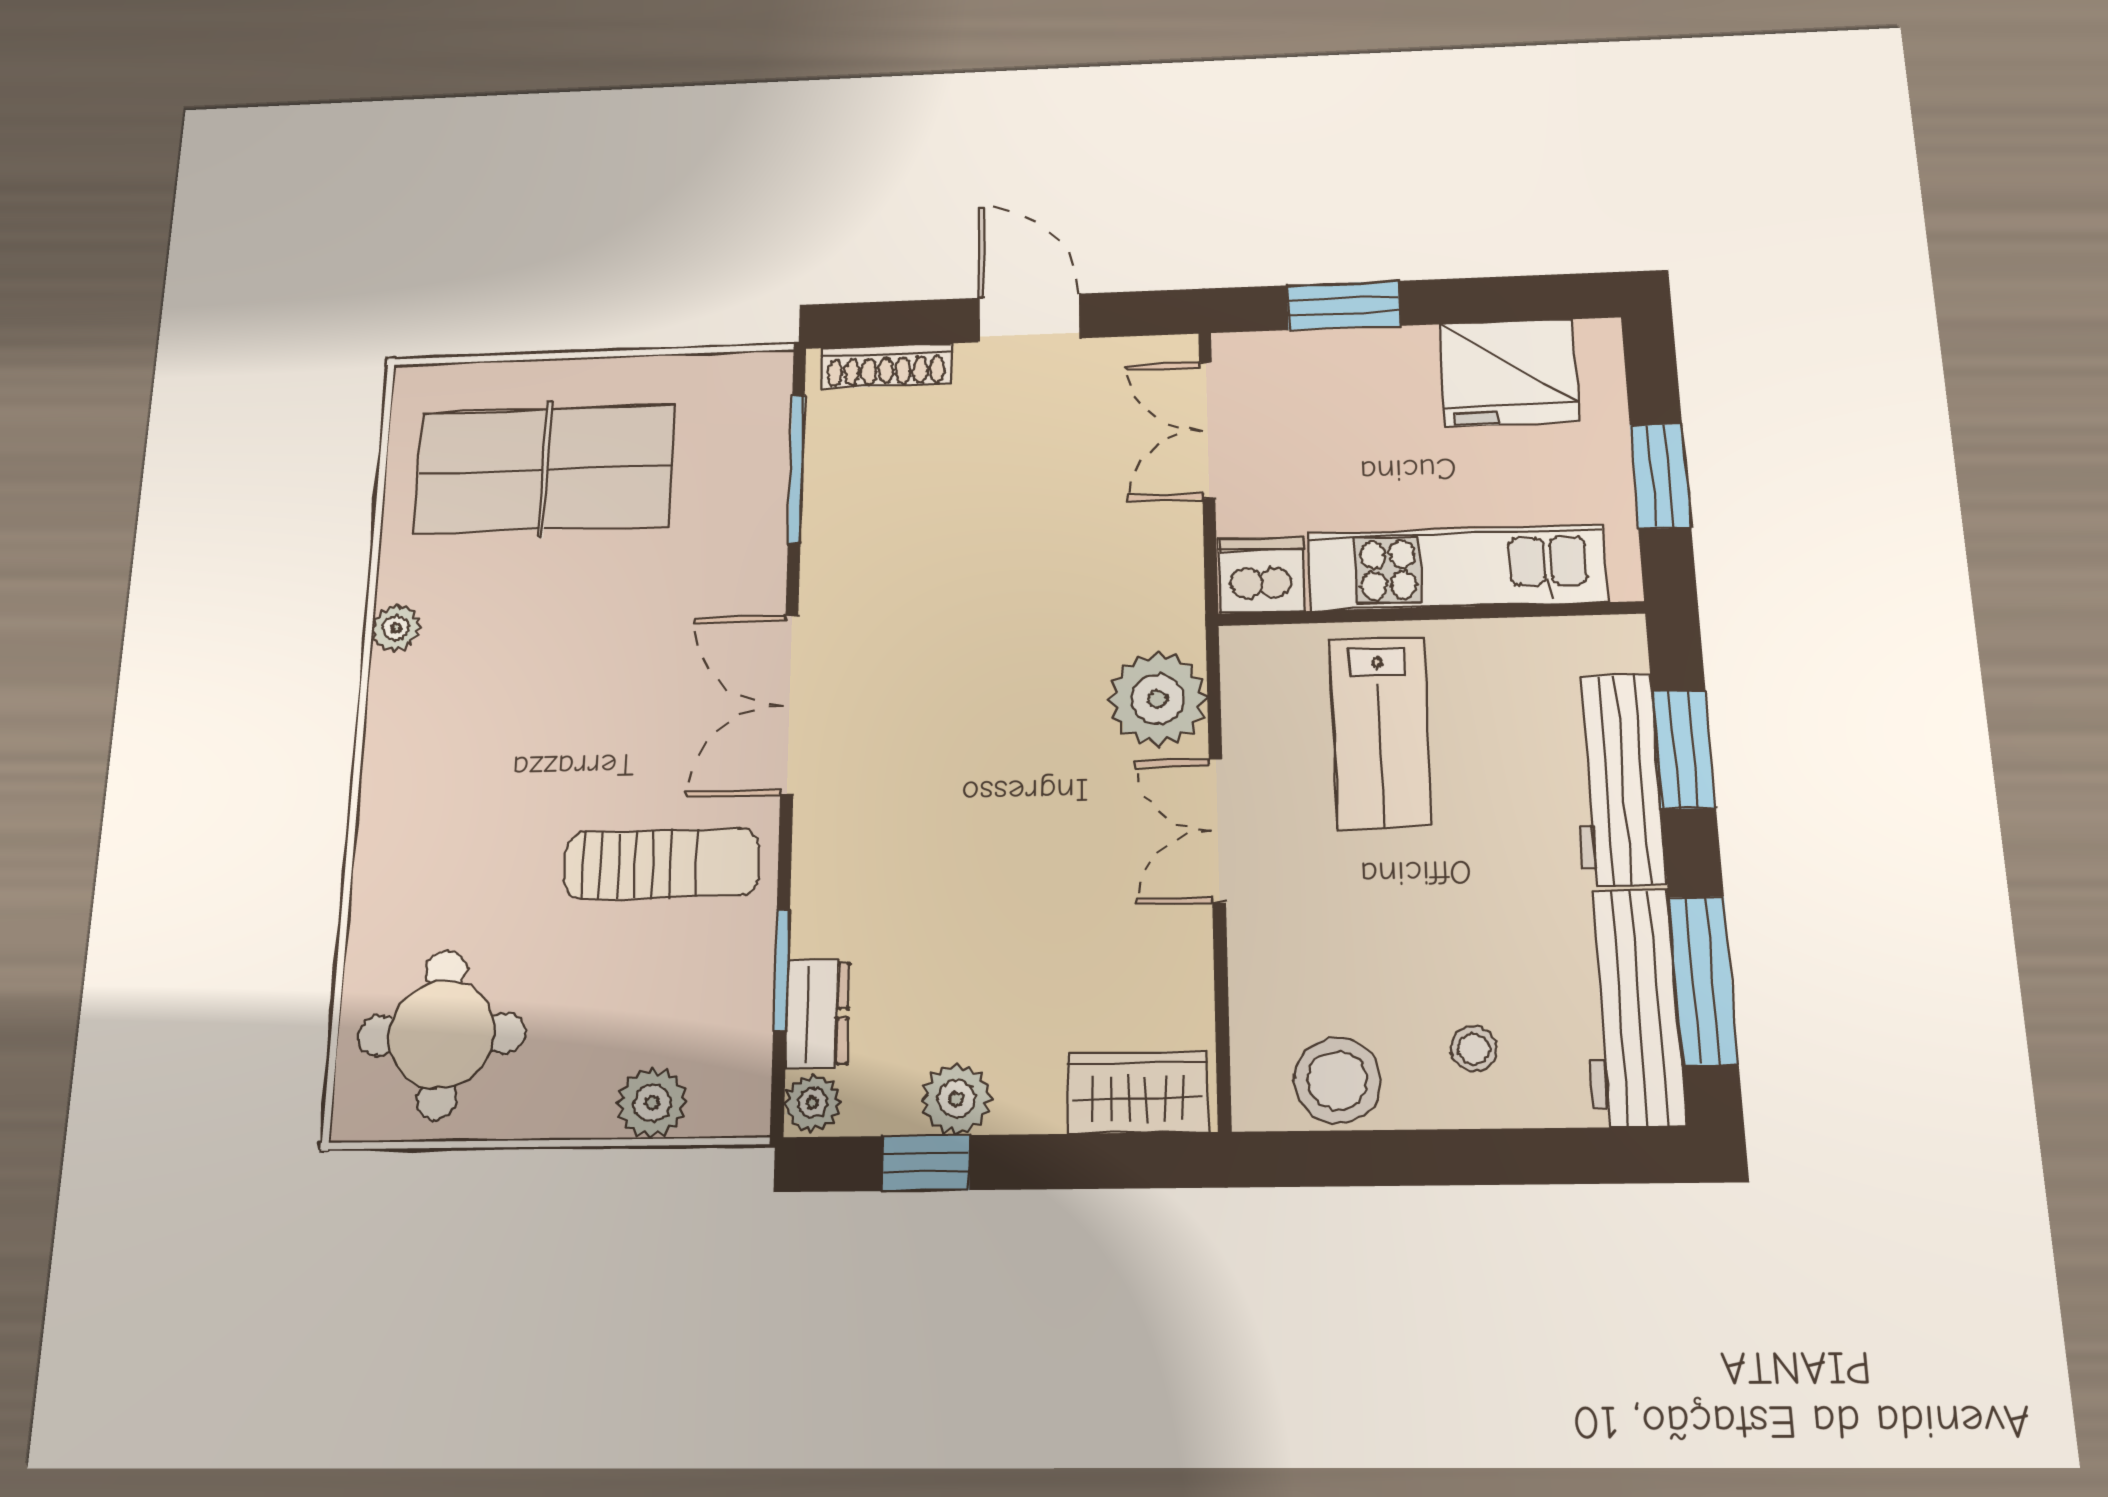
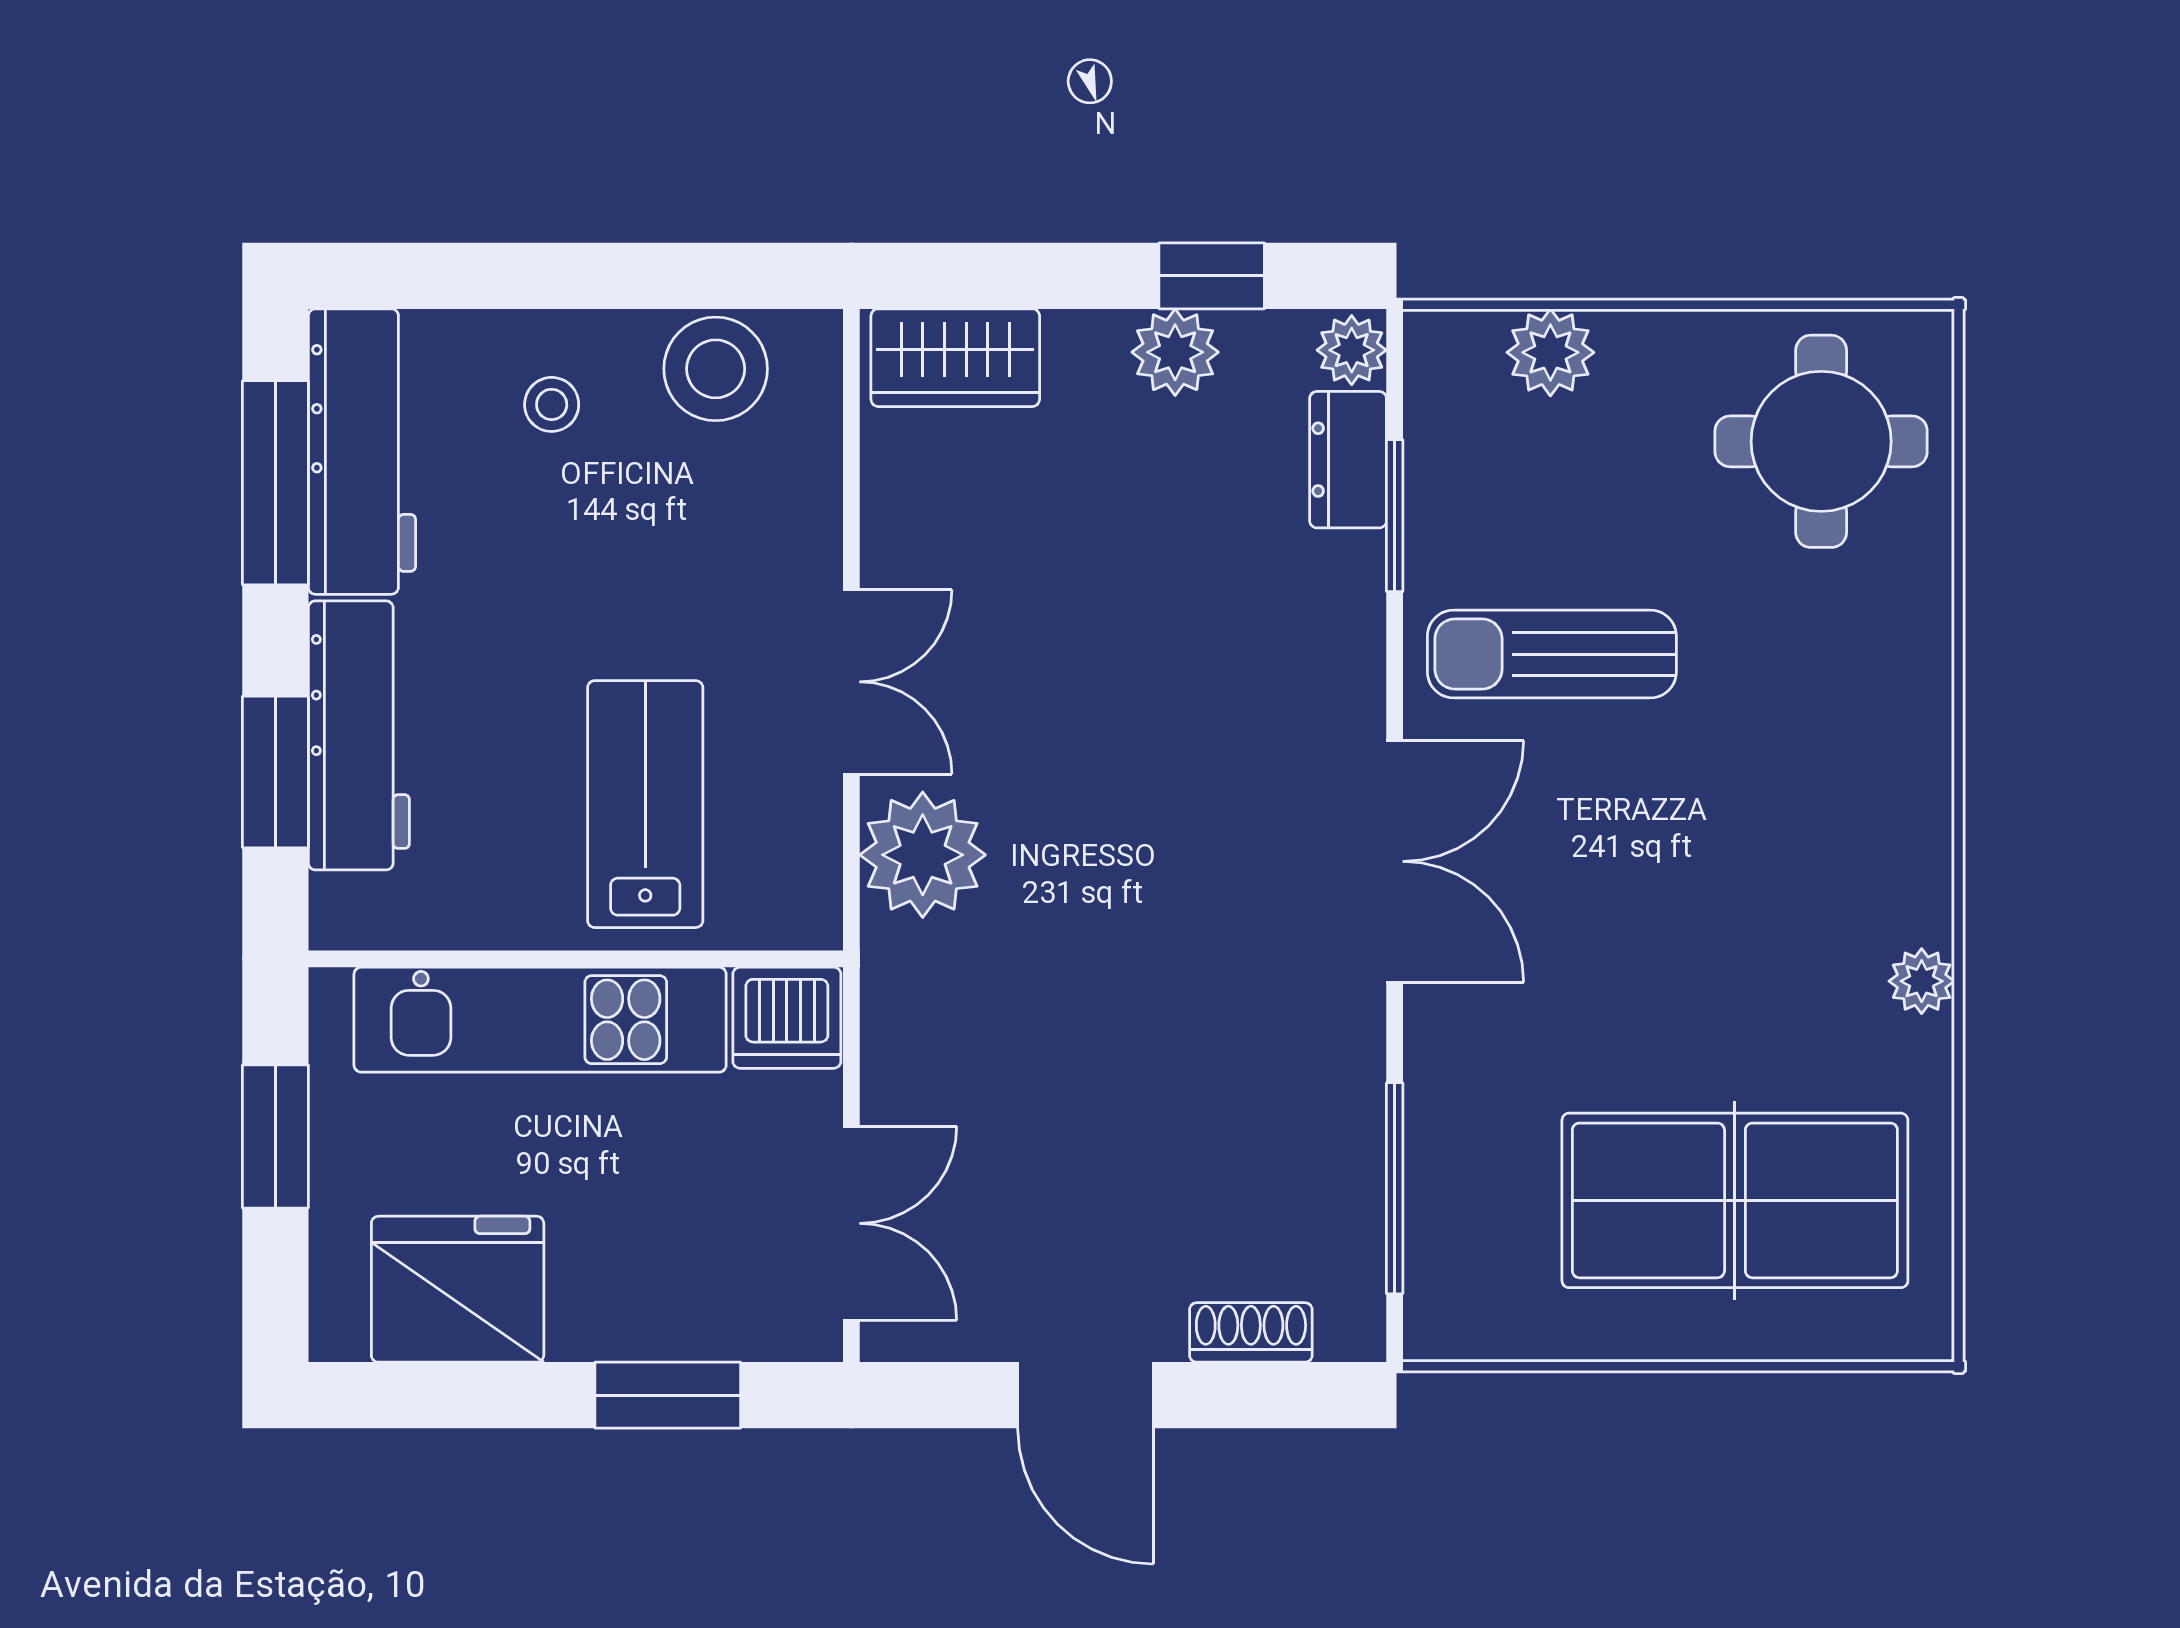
shoe rack: (886, 366) -> (1251, 1332), width x0.70

